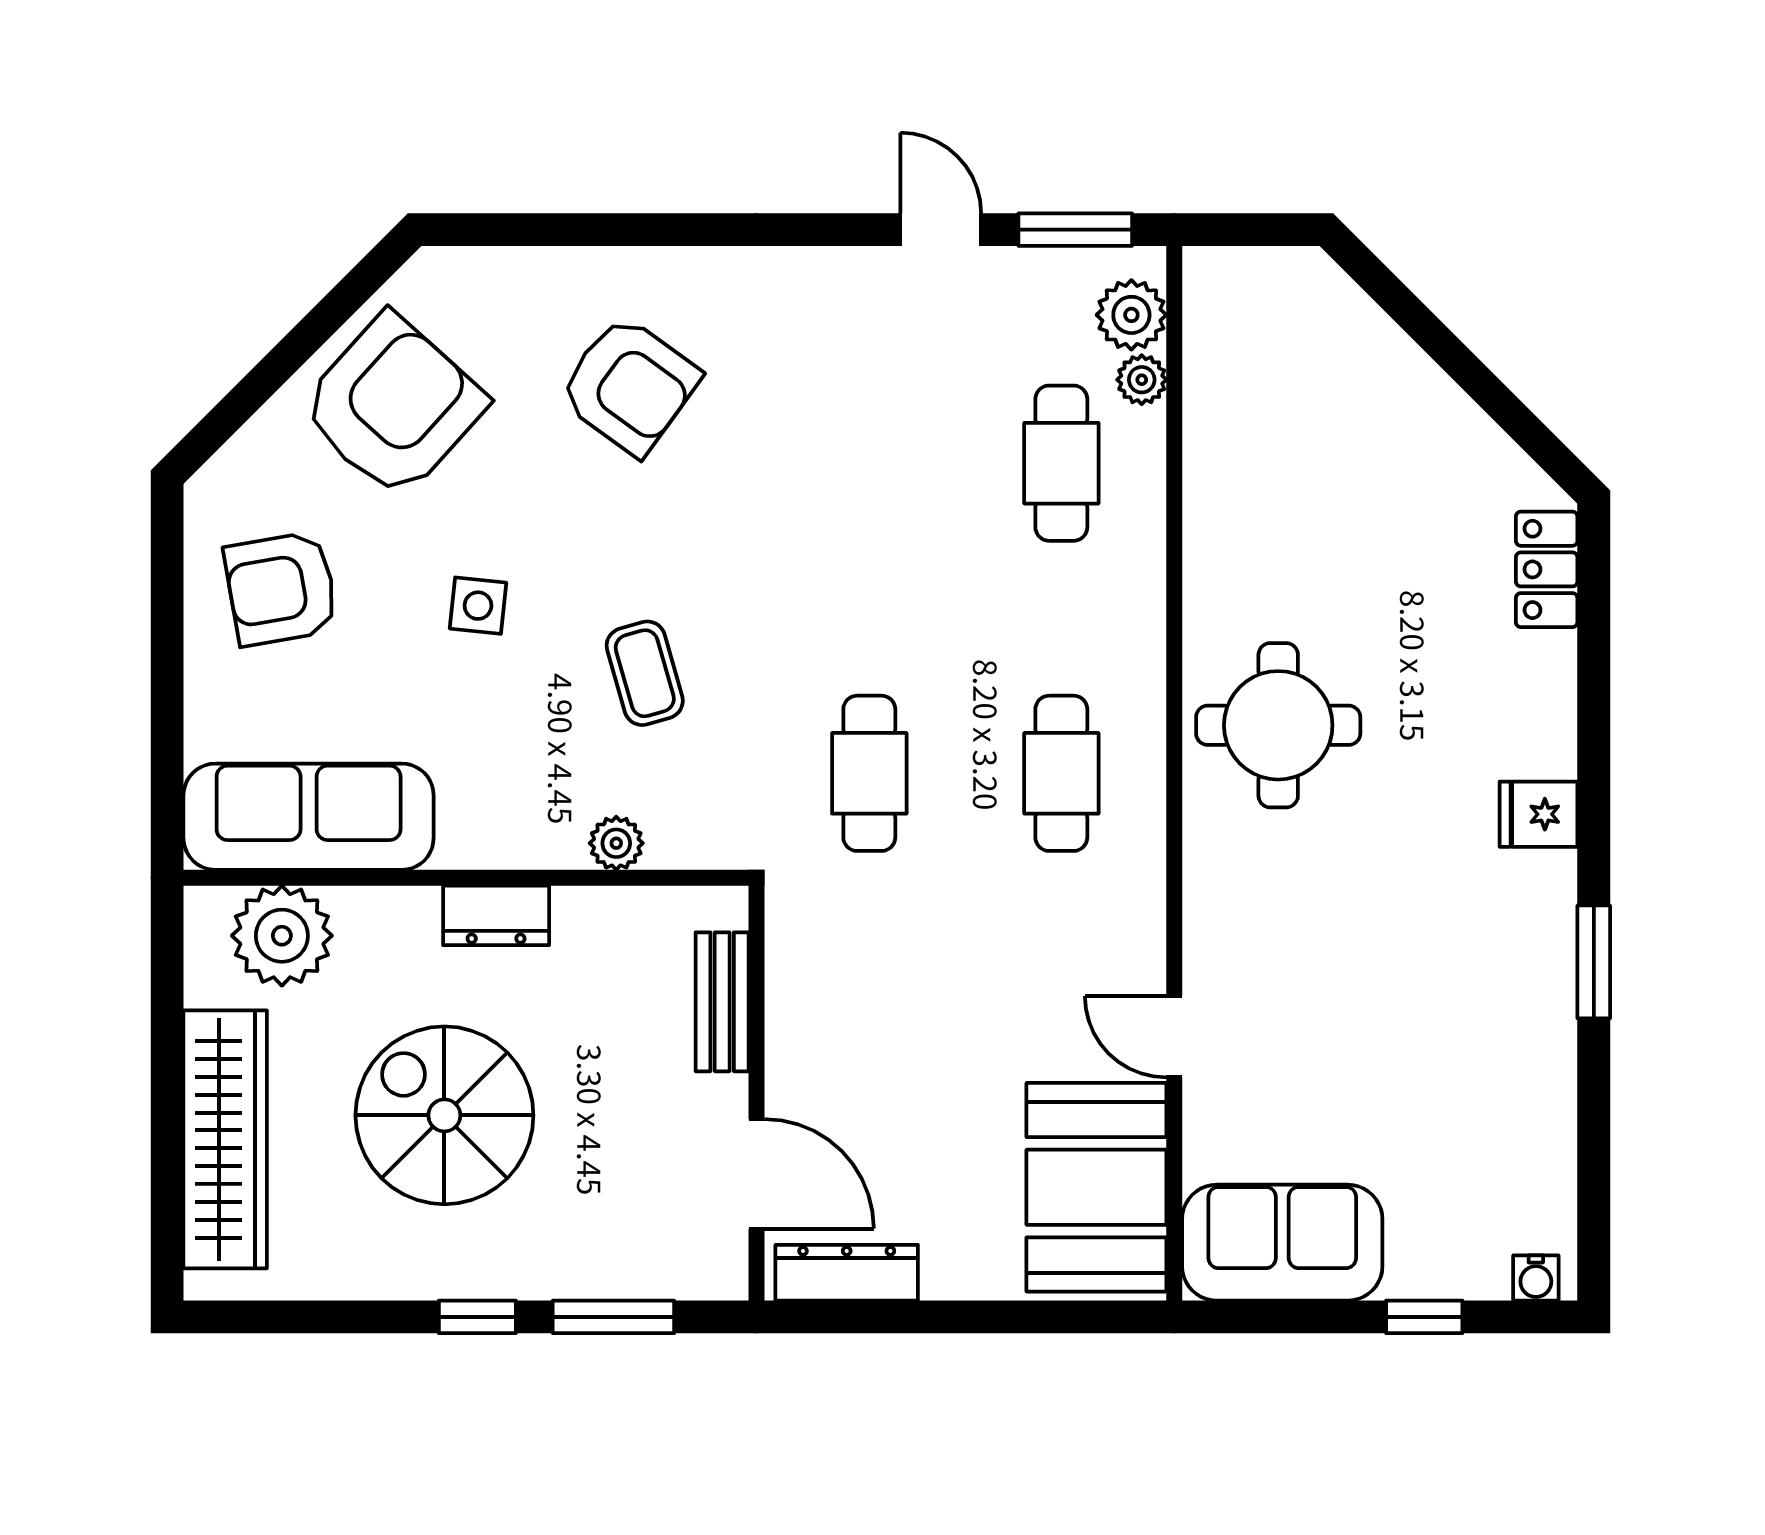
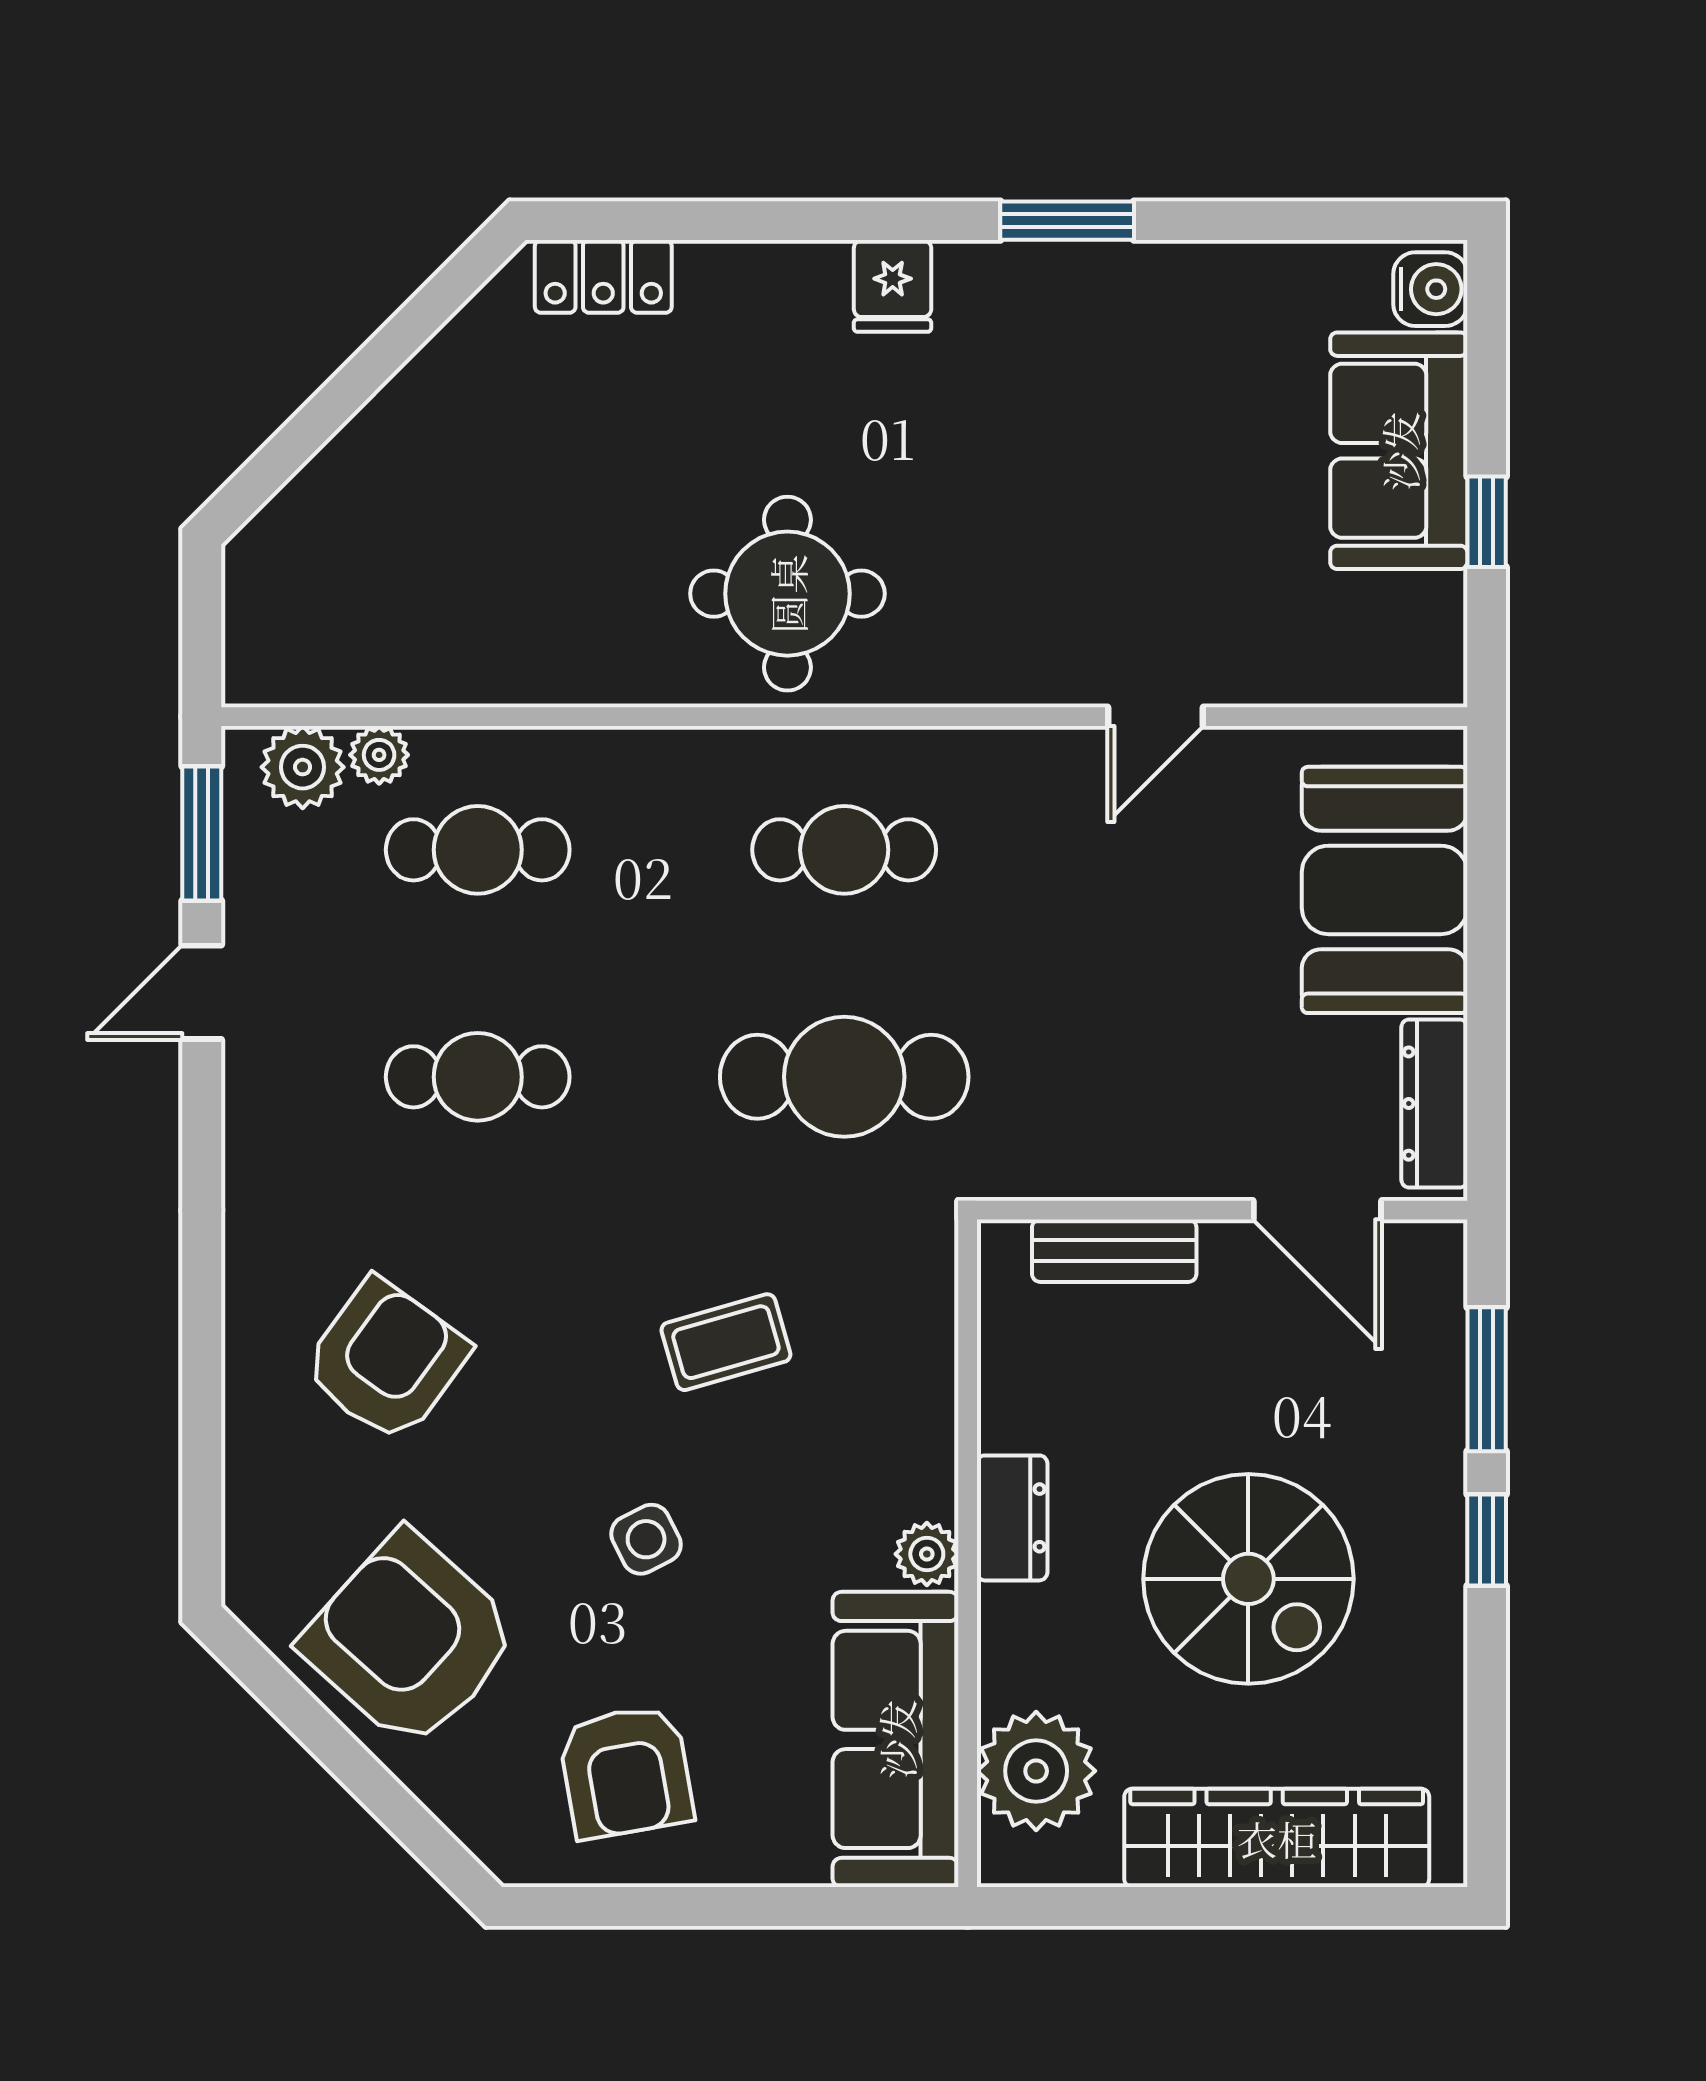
cafe table: (869, 463) -> (478, 1077), added
side table: (478, 606) -> (646, 1539), turned -33
cafe table: (869, 773) -> (844, 1077), width x1.37, depth x1.35
plant: (616, 843) -> (927, 1554), moved
spiral stairs: (444, 1115) -> (1248, 1579), turned -90
door: (756, 1174) -> (1317, 1210), swing flipped
booth: (1096, 1187) -> (1385, 890), moved, turned 90
sofa: (1282, 1243) -> (1399, 451), moved
water cooler: (1536, 1278) -> (1430, 289), width x1.38, depth x1.38
window: (1424, 1317) -> (1487, 522), moved

